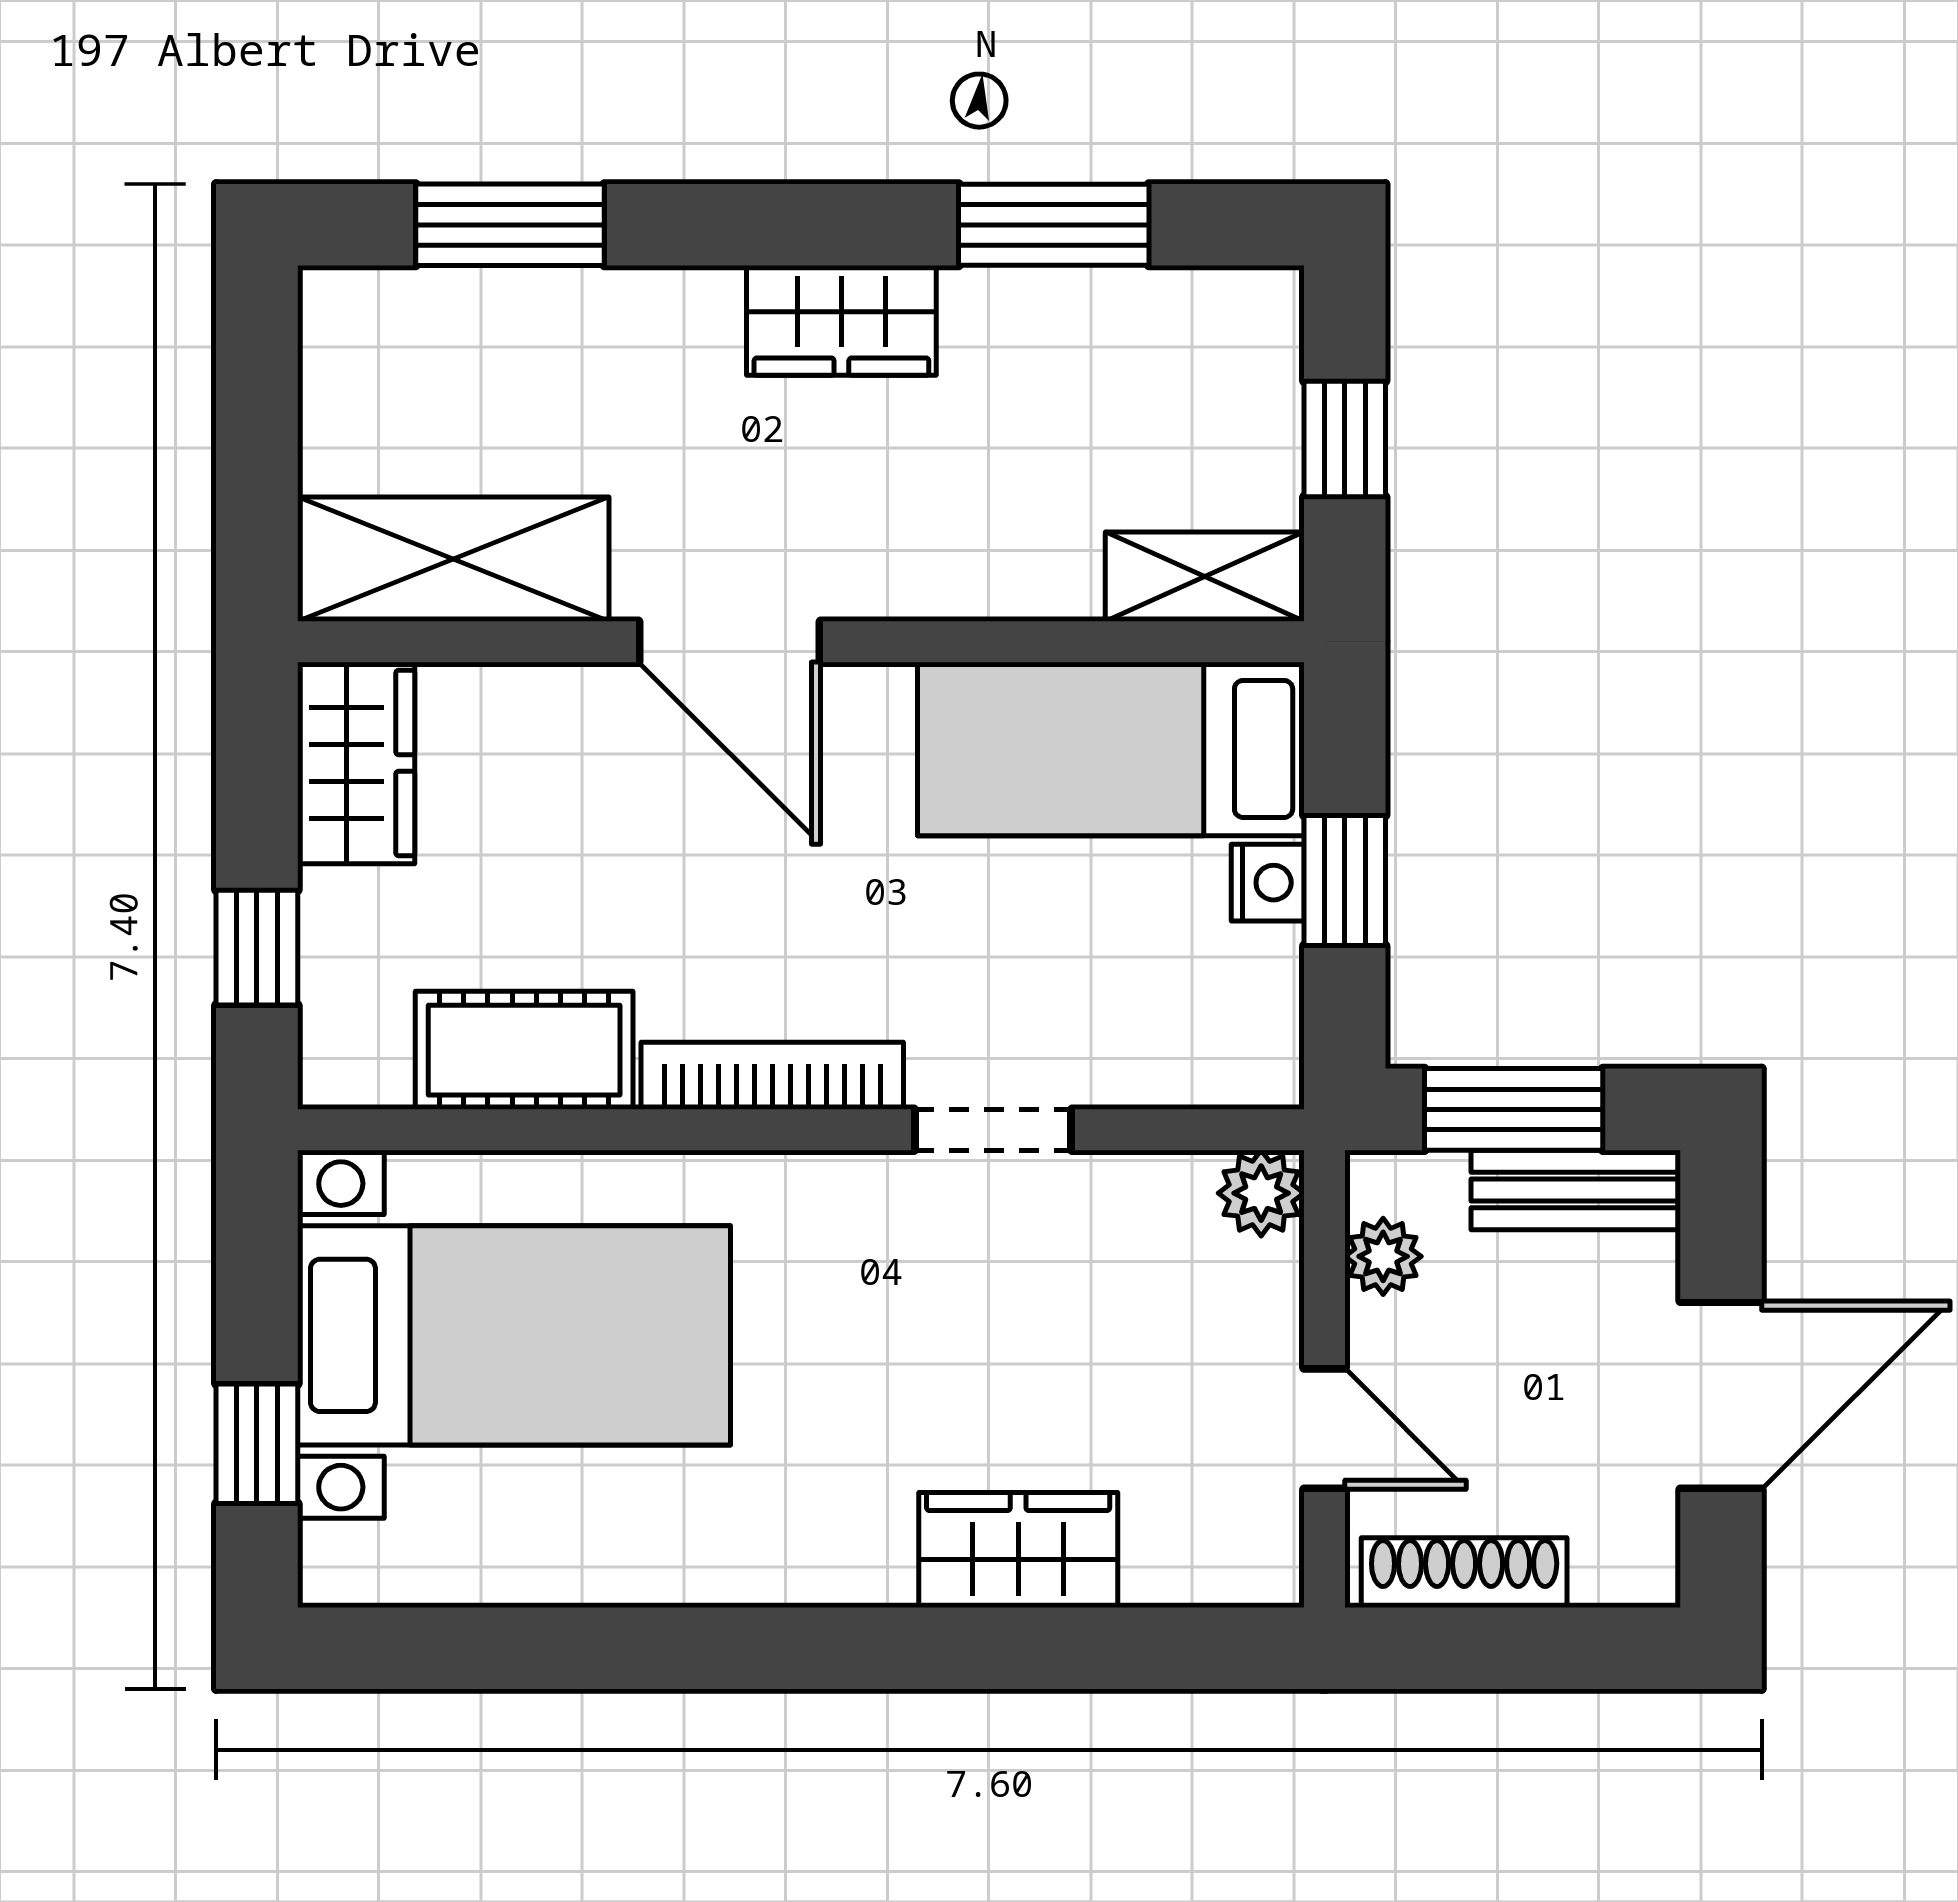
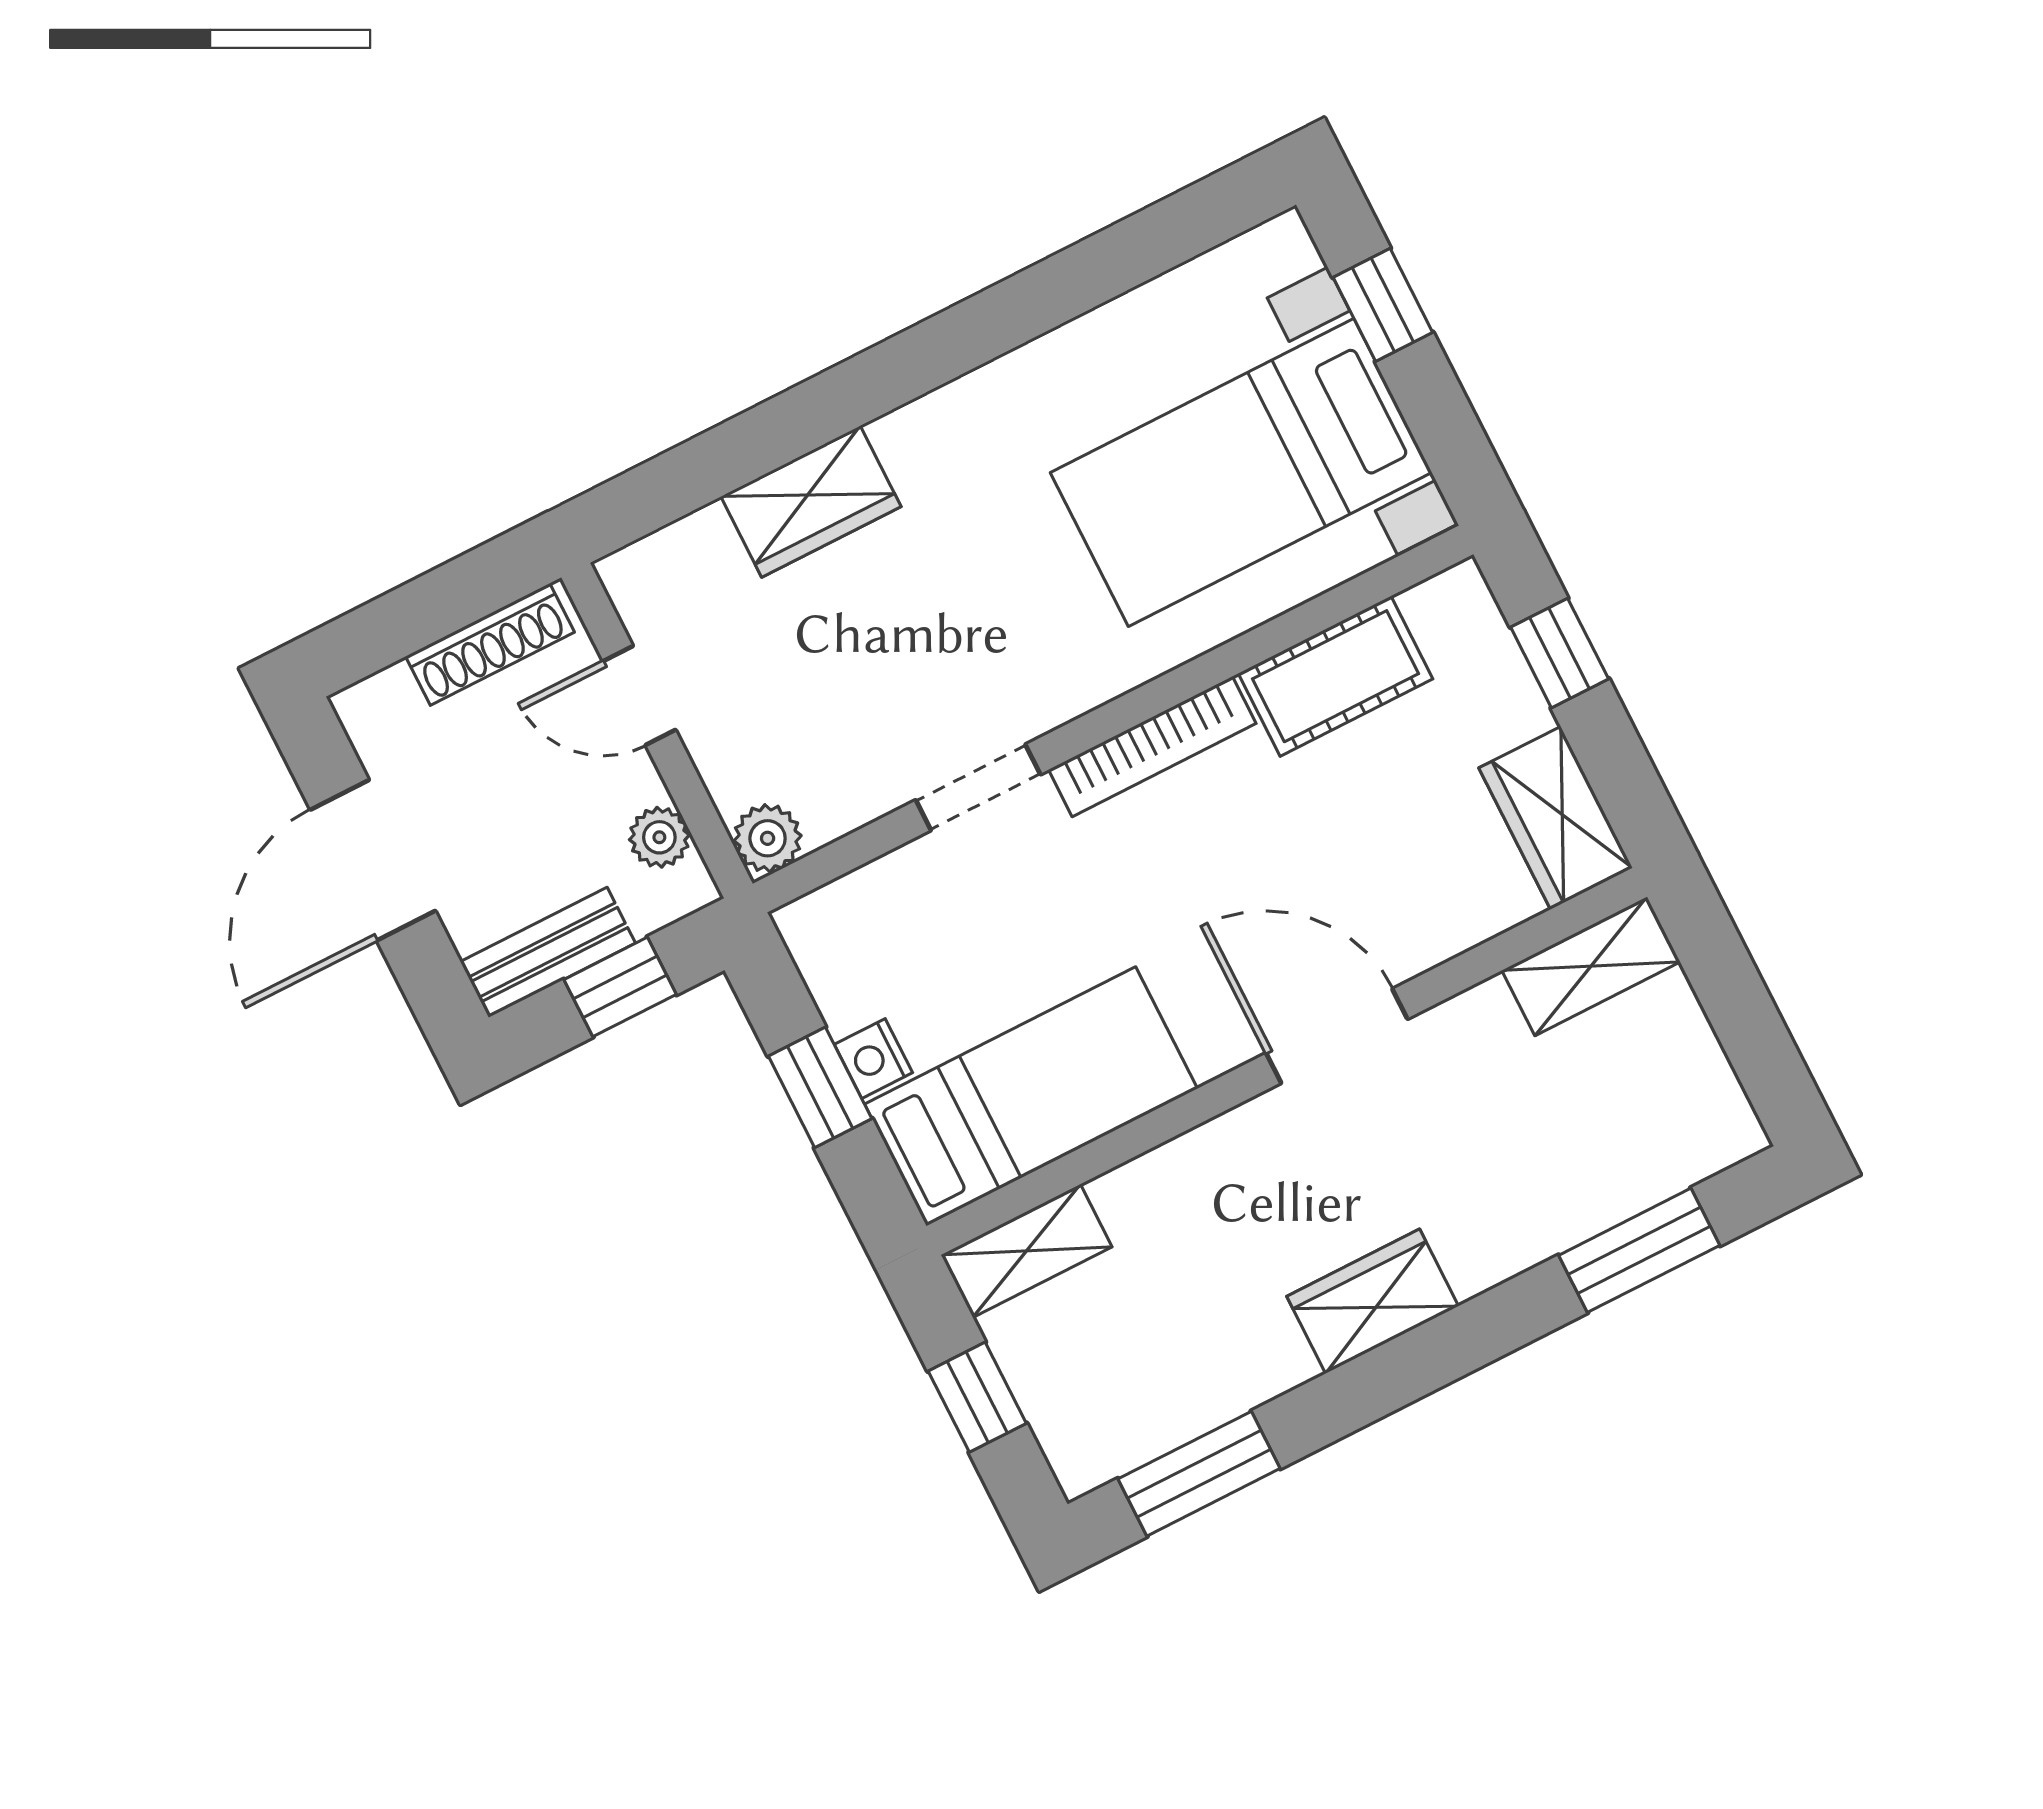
window: (1054, 225) -> (1199, 1474), moved
shelving: (453, 559) -> (1591, 966), width x0.67, depth x0.75
window: (1514, 1109) -> (620, 987), width x0.67

